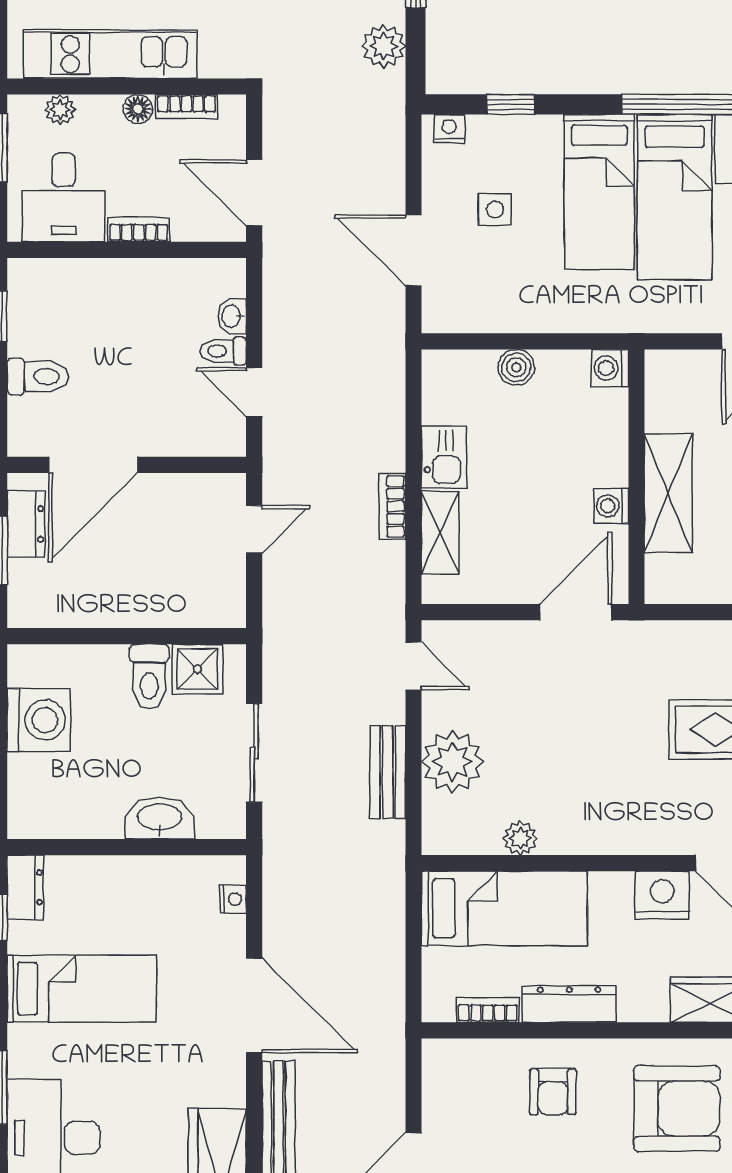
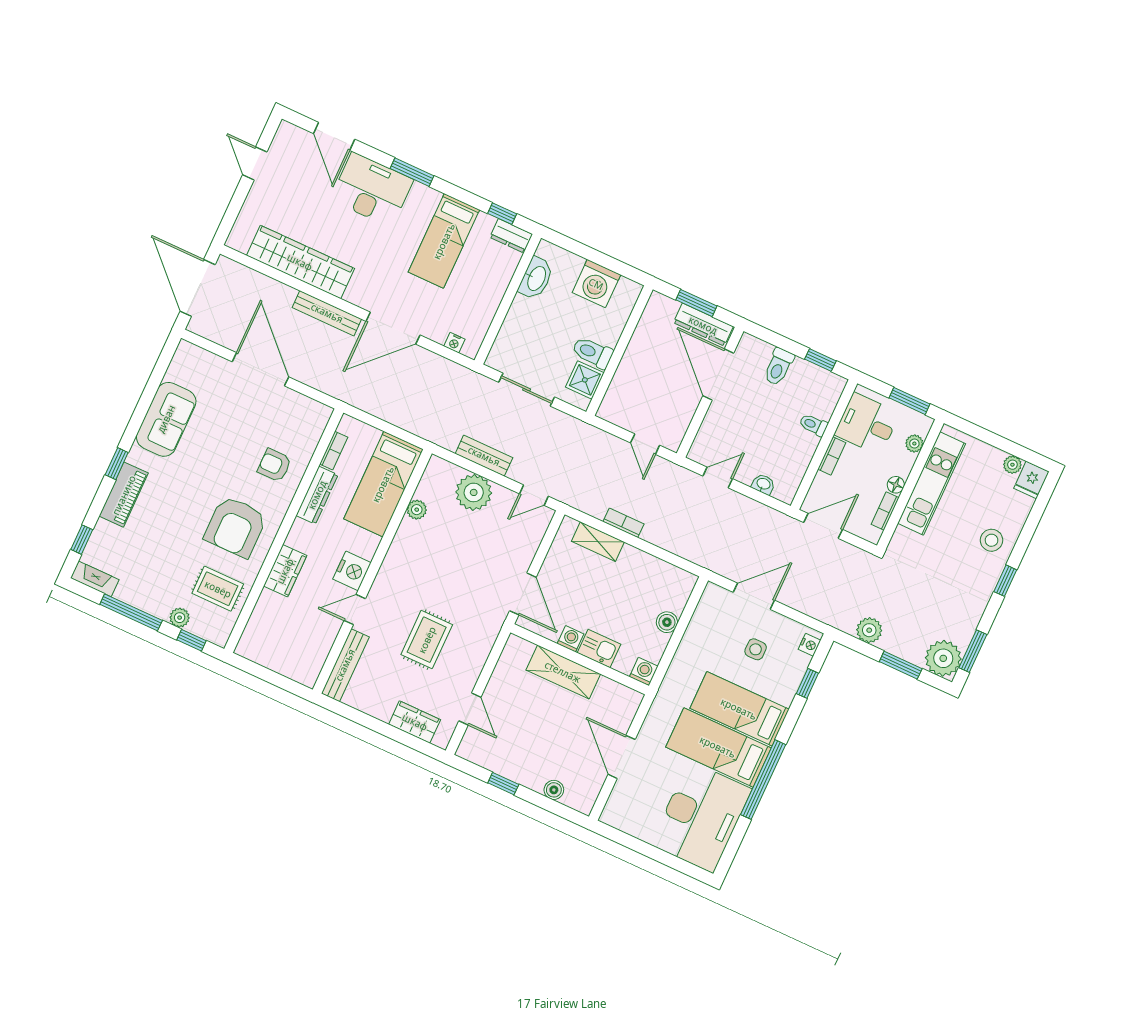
toilet: (223, 351) -> (813, 425), moved, turned -90
kitchen sink: (444, 457) -> (599, 649), moved, turned 180
dresser: (26, 524) -> (703, 325), width x1.44
washbasin: (160, 818) -> (536, 278), moved

